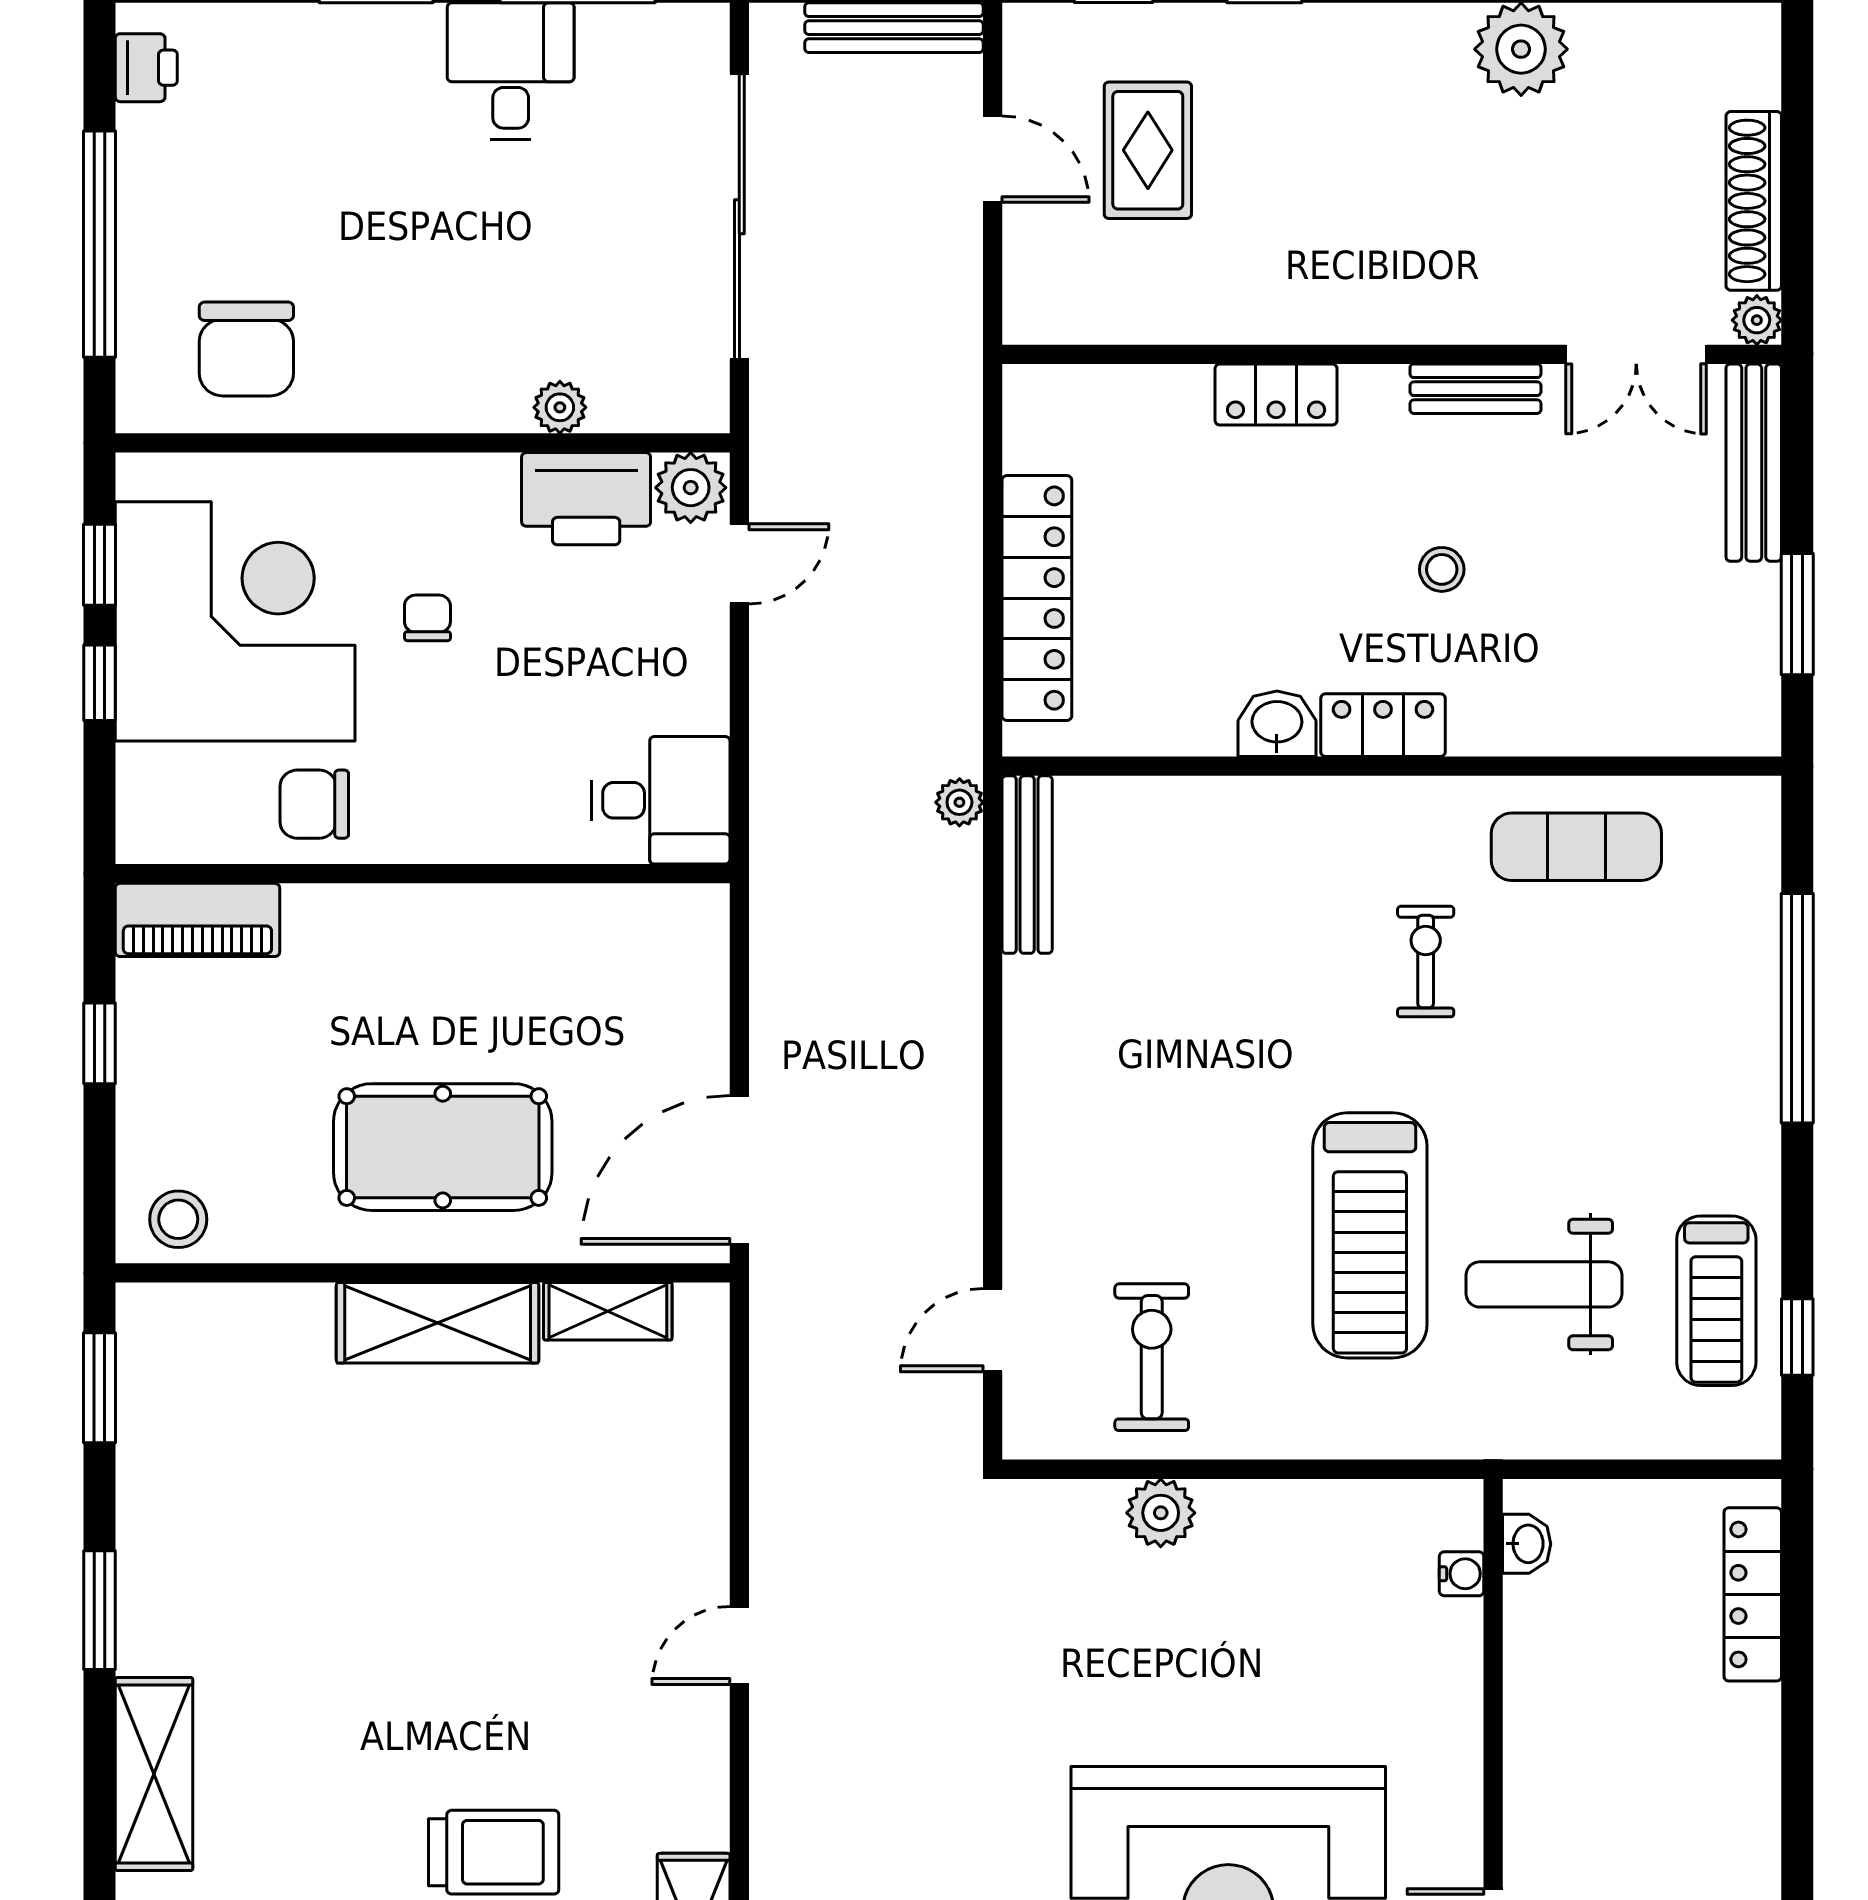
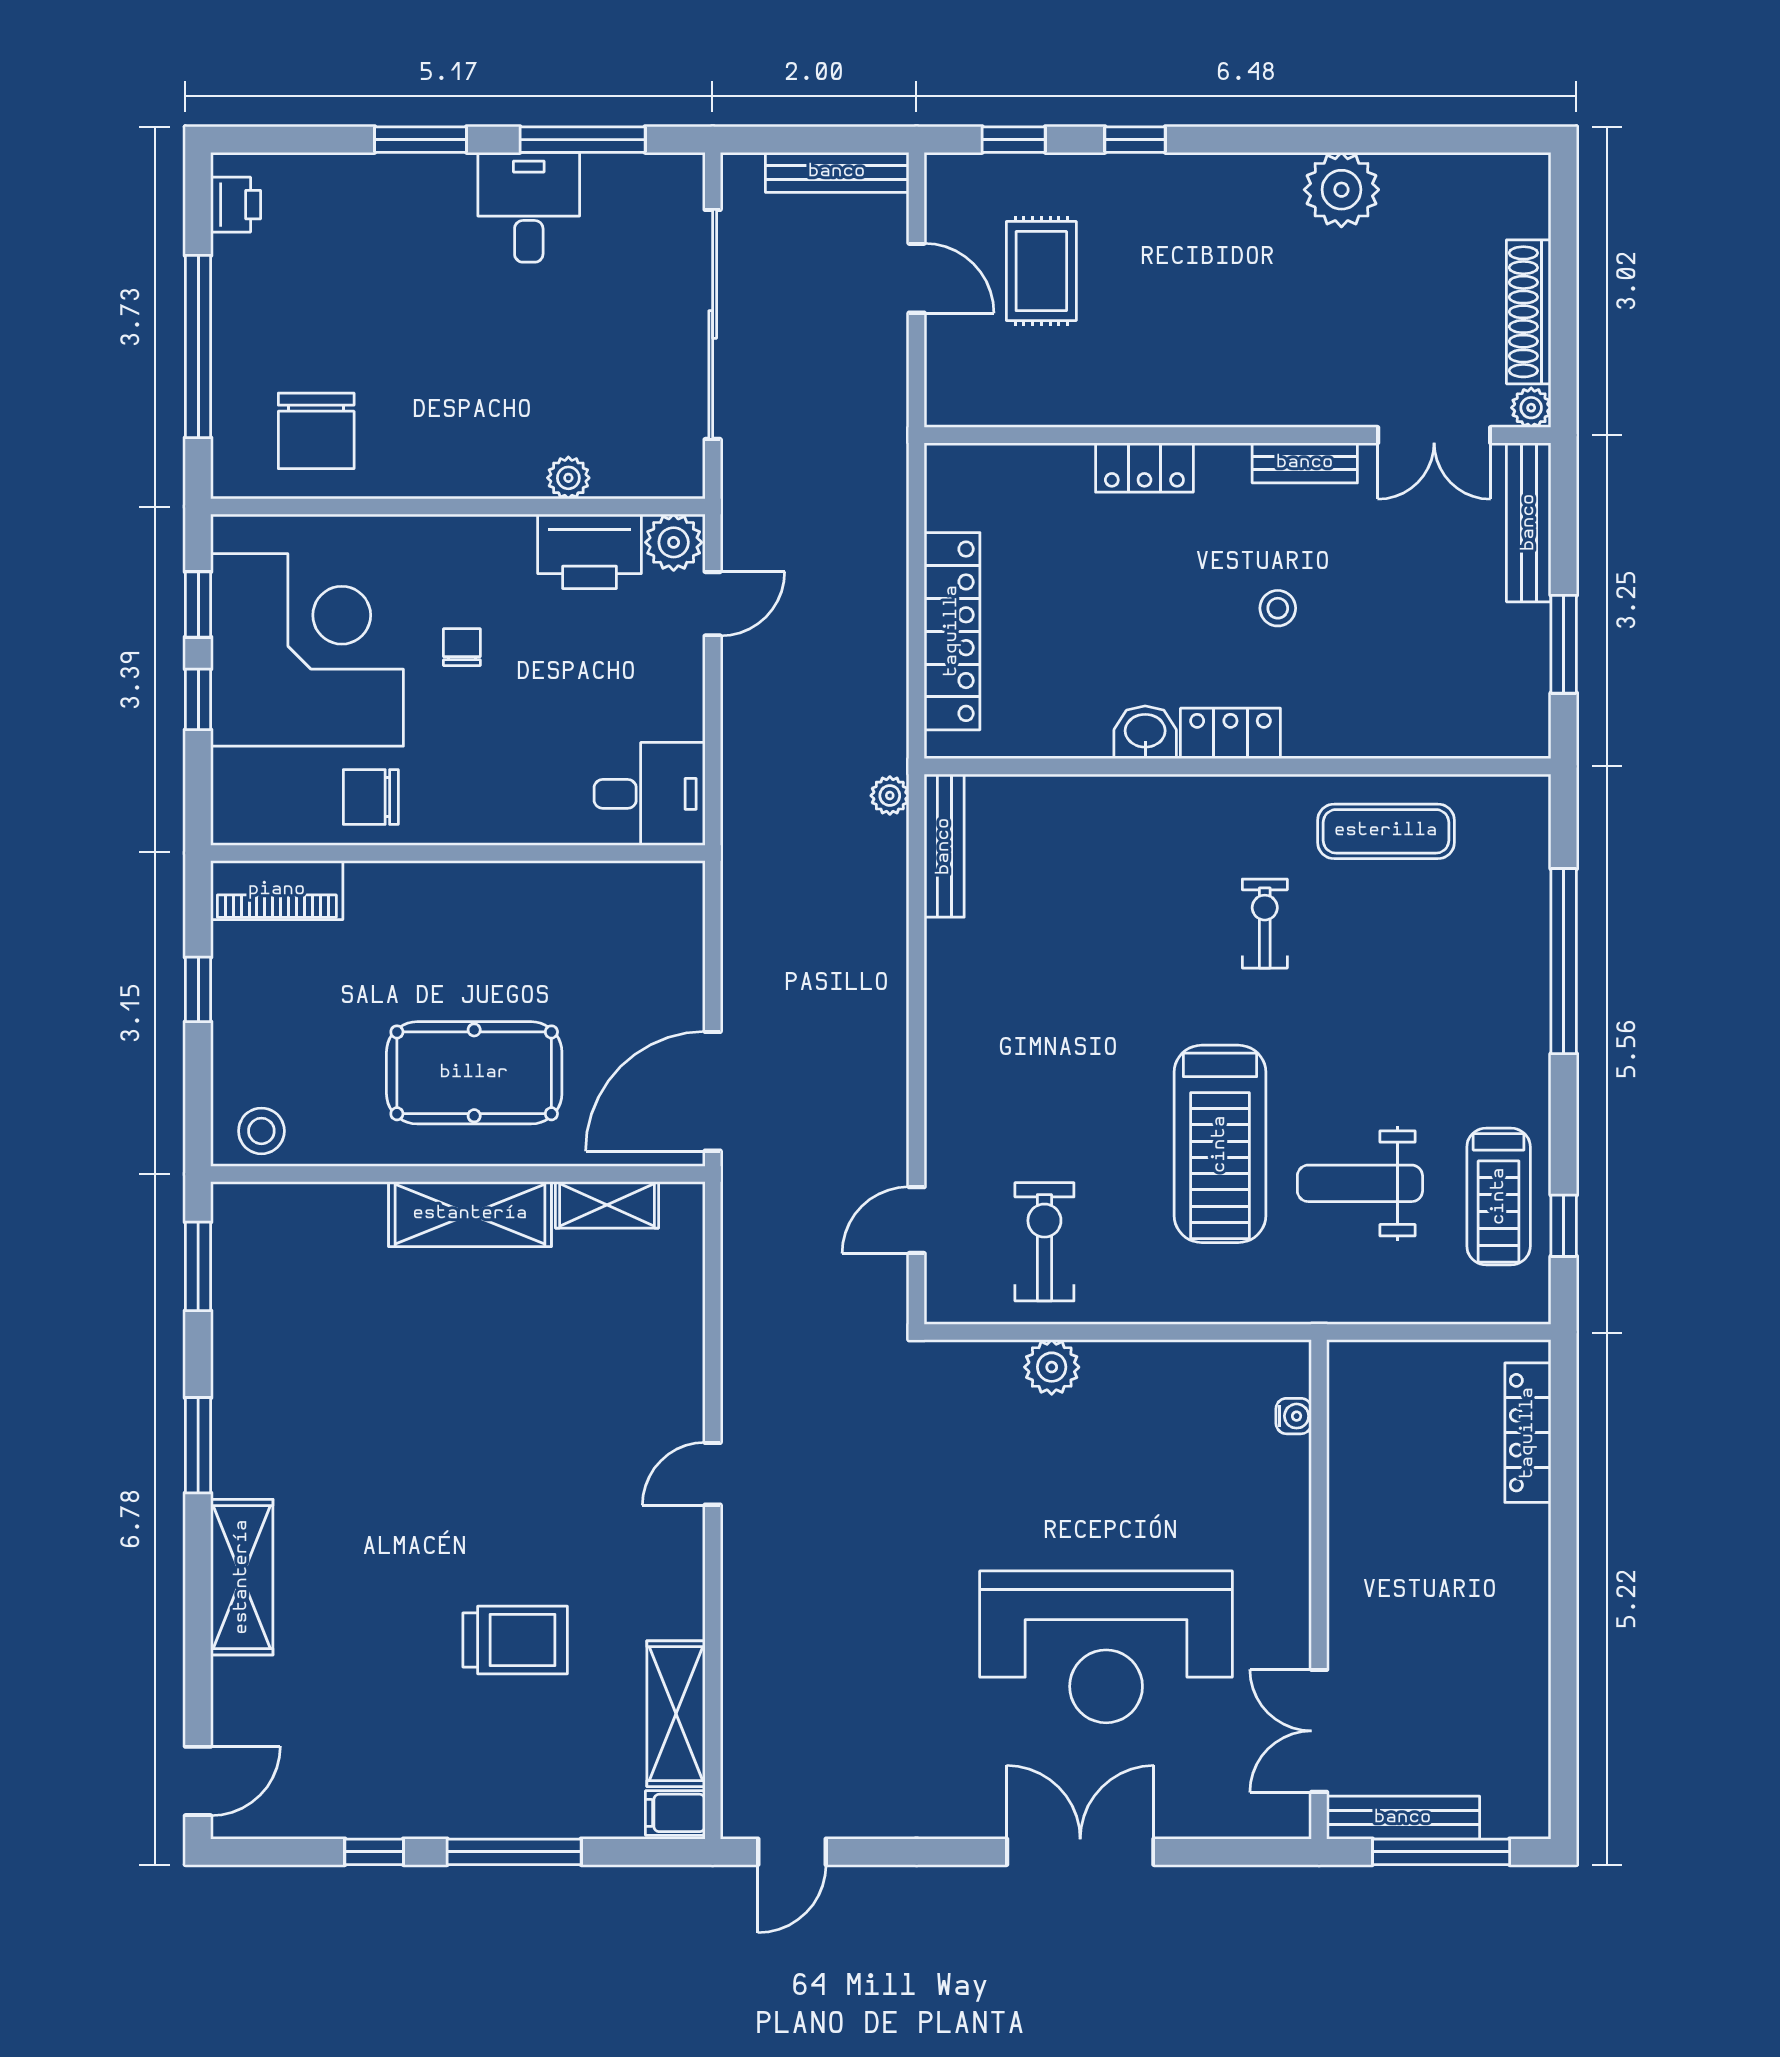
washbasin: (1527, 1544) -> (1346, 1392), removed

